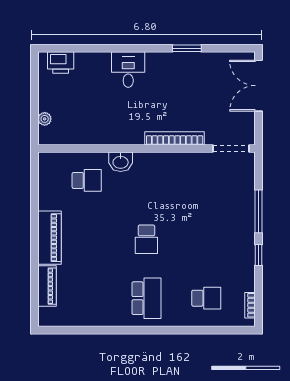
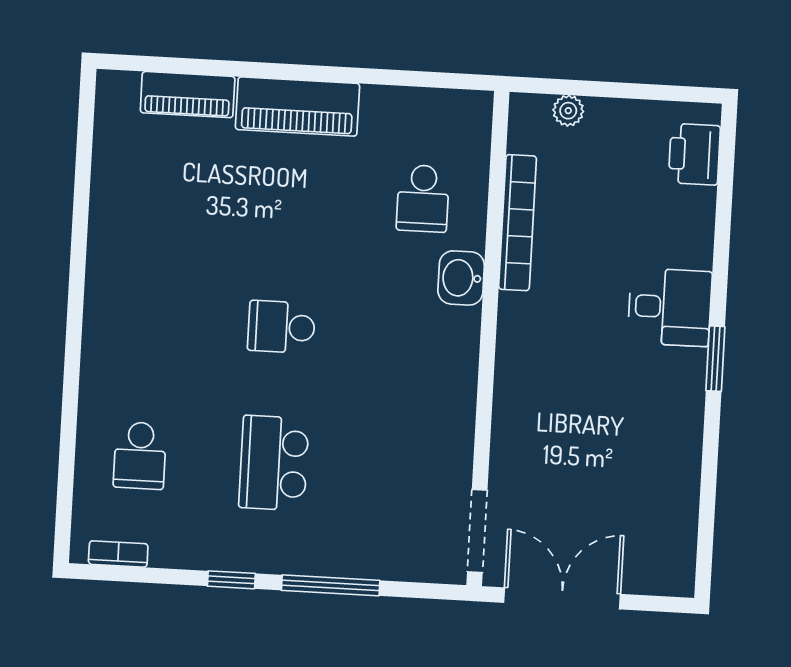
window: (187, 48) -> (715, 359), moved
double door: (258, 86) -> (562, 598), moved
bookcase: (175, 138) -> (518, 223), moved
school desk: (146, 298) -> (274, 463), moved, turned 90

